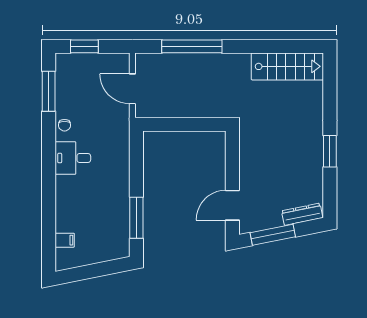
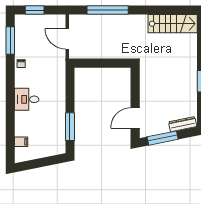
desk: (73, 158) -> (27, 99), moved

